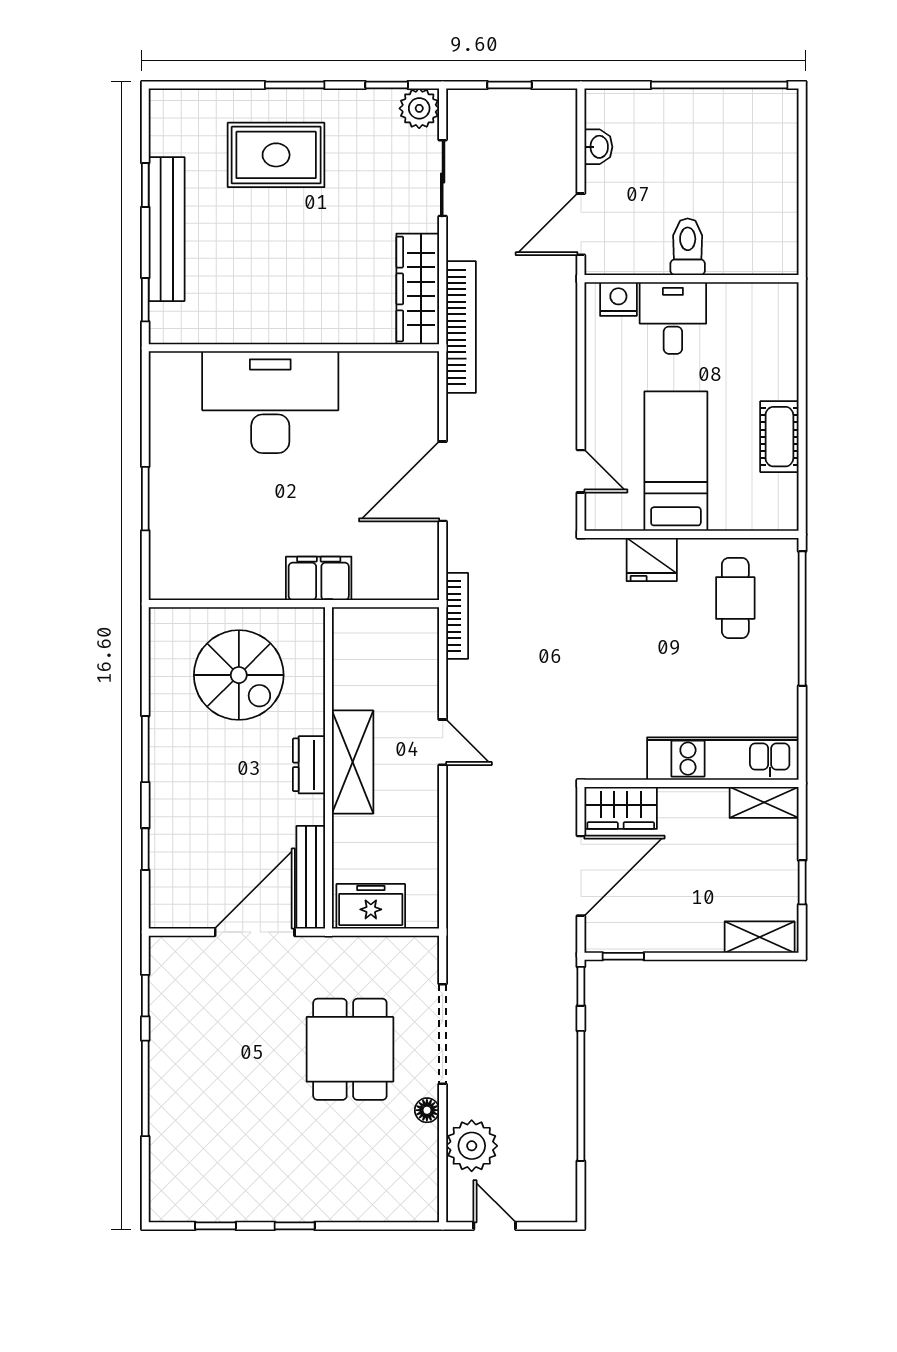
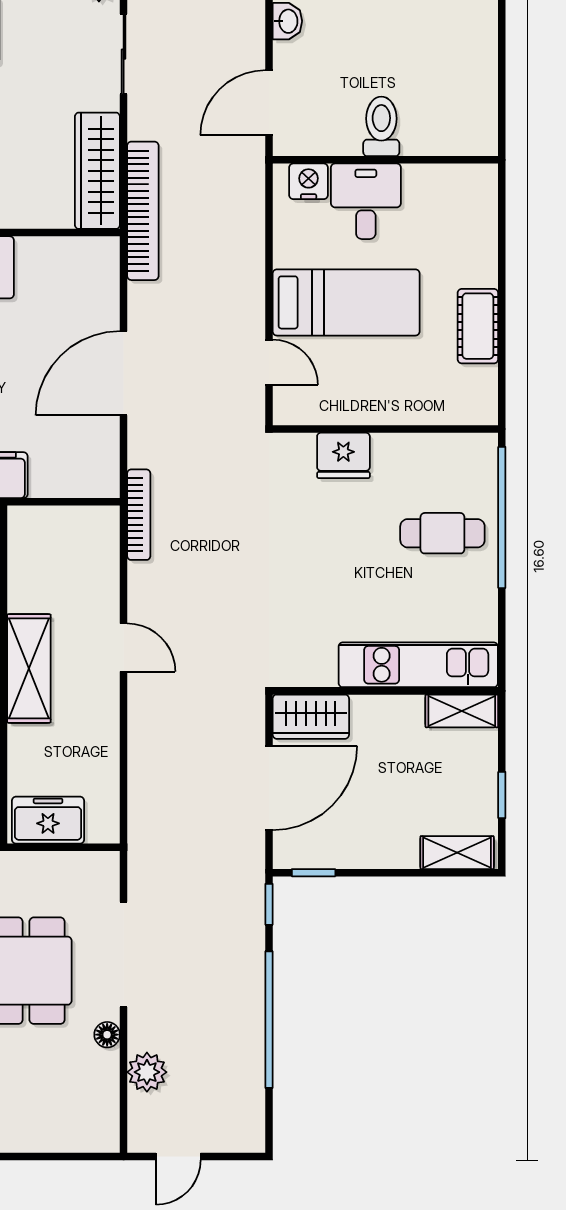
bed: (676, 461) -> (346, 302), moved, turned 90
cafe table: (735, 598) -> (442, 533), moved, turned 90
plant: (472, 1146) -> (147, 1072), width x0.73, depth x0.73
door: (495, 1226) -> (178, 1156), swing flipped

